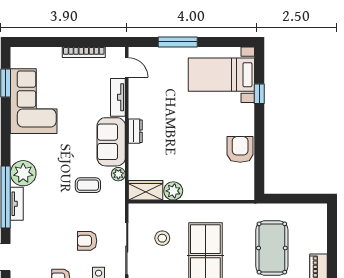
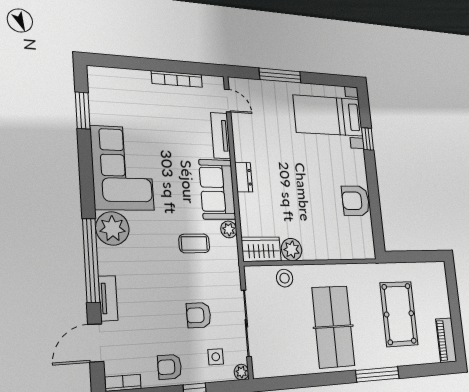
corner sofa: (34, 101) -> (122, 168), moved
armchair: (240, 149) -> (356, 201), turned -90
tv unit: (17, 204) -> (108, 298), moved
stool: (162, 238) -> (285, 278), moved

